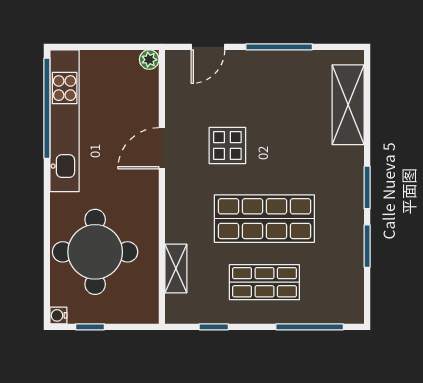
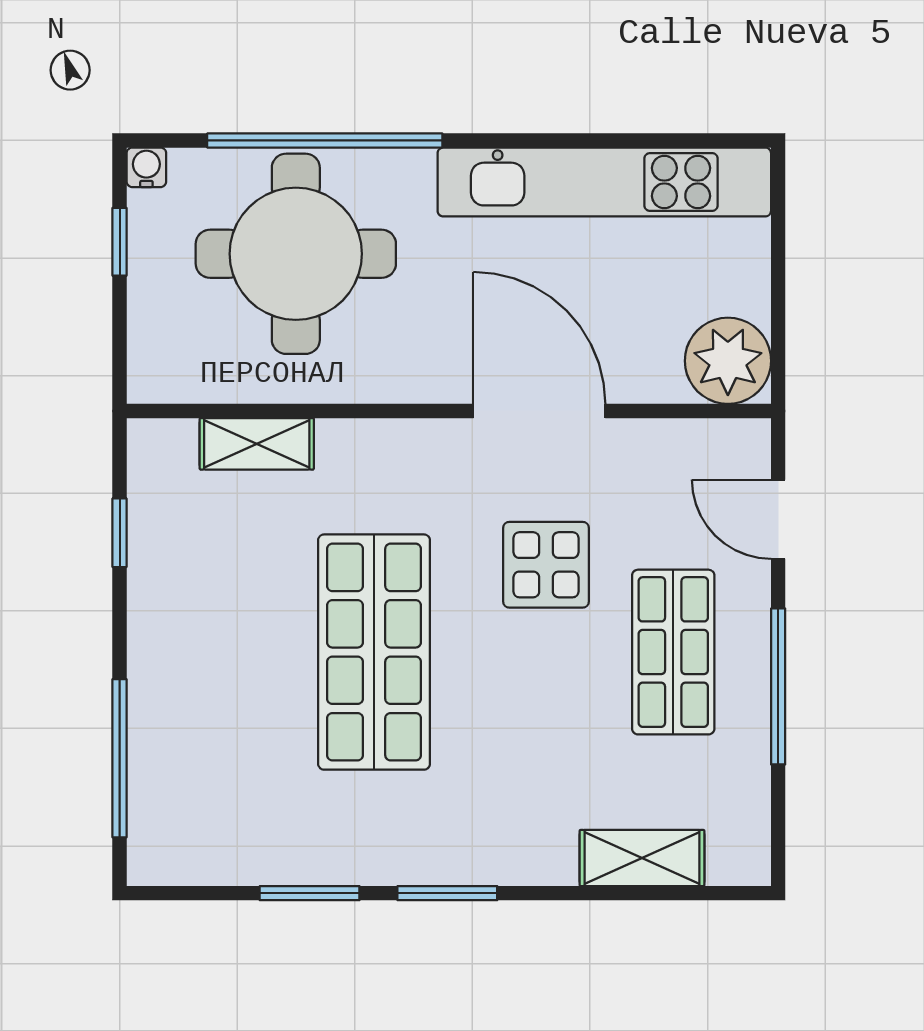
plant: (149, 60) -> (728, 361), width x1.87, depth x1.87
shelving: (348, 105) -> (642, 858), width x0.67, depth x0.75
window: (47, 108) -> (325, 140), moved
door: (162, 148) -> (539, 411), width x1.36
shop shelf: (264, 282) -> (673, 652), moved

